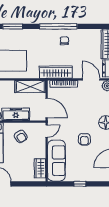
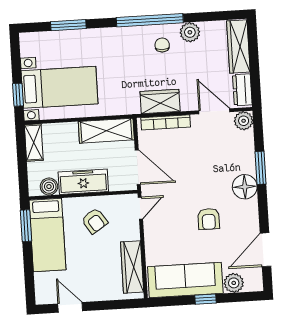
plant: (80, 35) -> (190, 32), added
wardrobe: (56, 72) -> (160, 101), width x0.67
sofa: (56, 161) -> (185, 280), moved, turned -90
wardrobe: (40, 168) -> (132, 267), width x1.50
plant: (96, 176) -> (234, 283), added

